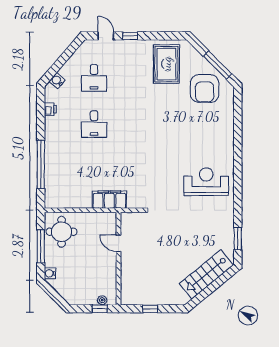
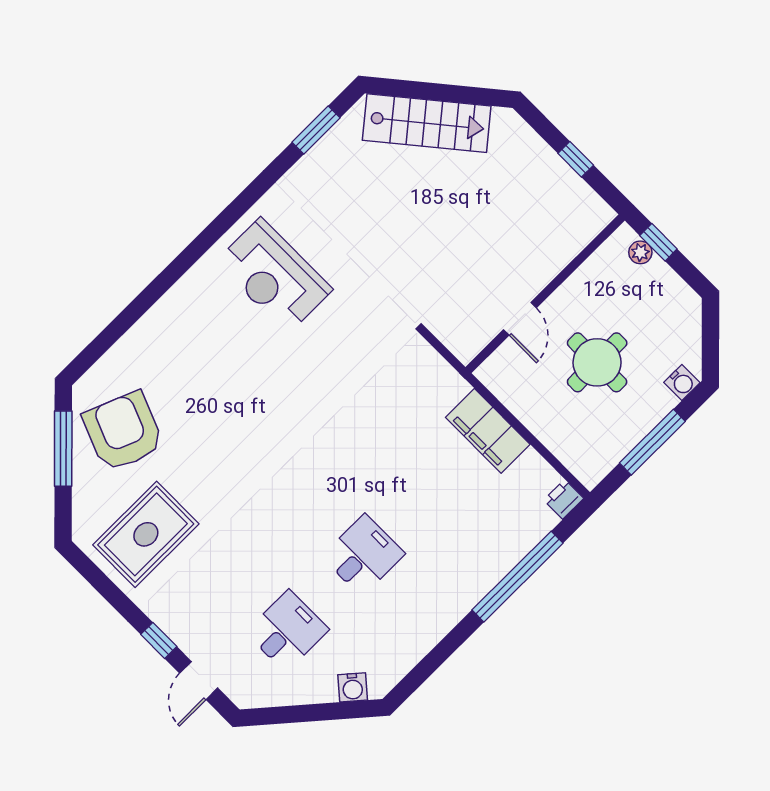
armchair: (205, 89) -> (123, 431), turned -68
printer: (50, 109) -> (564, 499), moved
filing cabinet: (109, 200) -> (488, 431), moved
round table: (62, 232) -> (597, 362), moved

